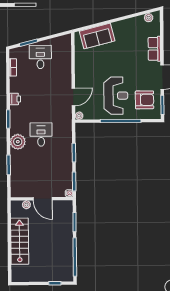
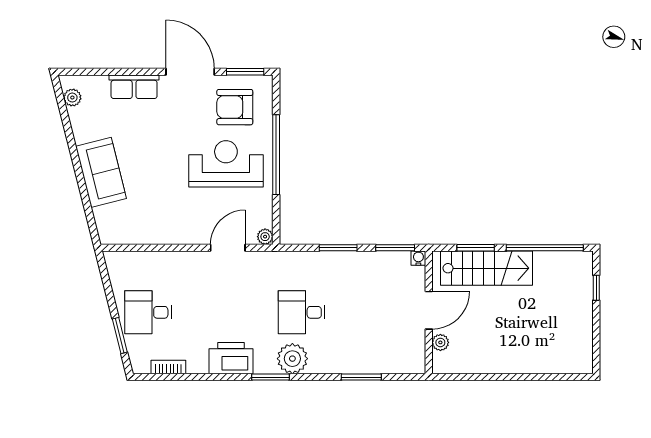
sofa: (97, 36) -> (101, 172), moved
door: (73, 97) -> (228, 248), hinge flipped
printer: (15, 99) -> (231, 358), width x1.87, depth x1.48
armchair: (145, 100) -> (235, 107), turned -90
plant: (18, 142) -> (292, 359), moved
stairs: (20, 241) -> (486, 268), moved, turned 180

